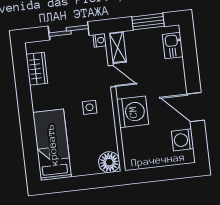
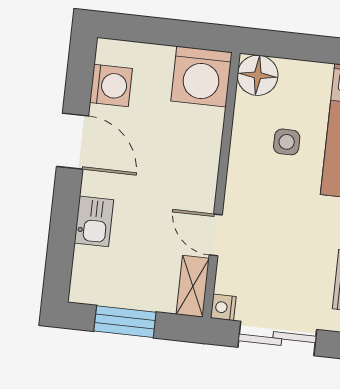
kitchen sink: (173, 46) -> (94, 221), moved
side table: (90, 107) -> (287, 142), moved
washing machine: (133, 112) -> (201, 77), moved, turned -90

